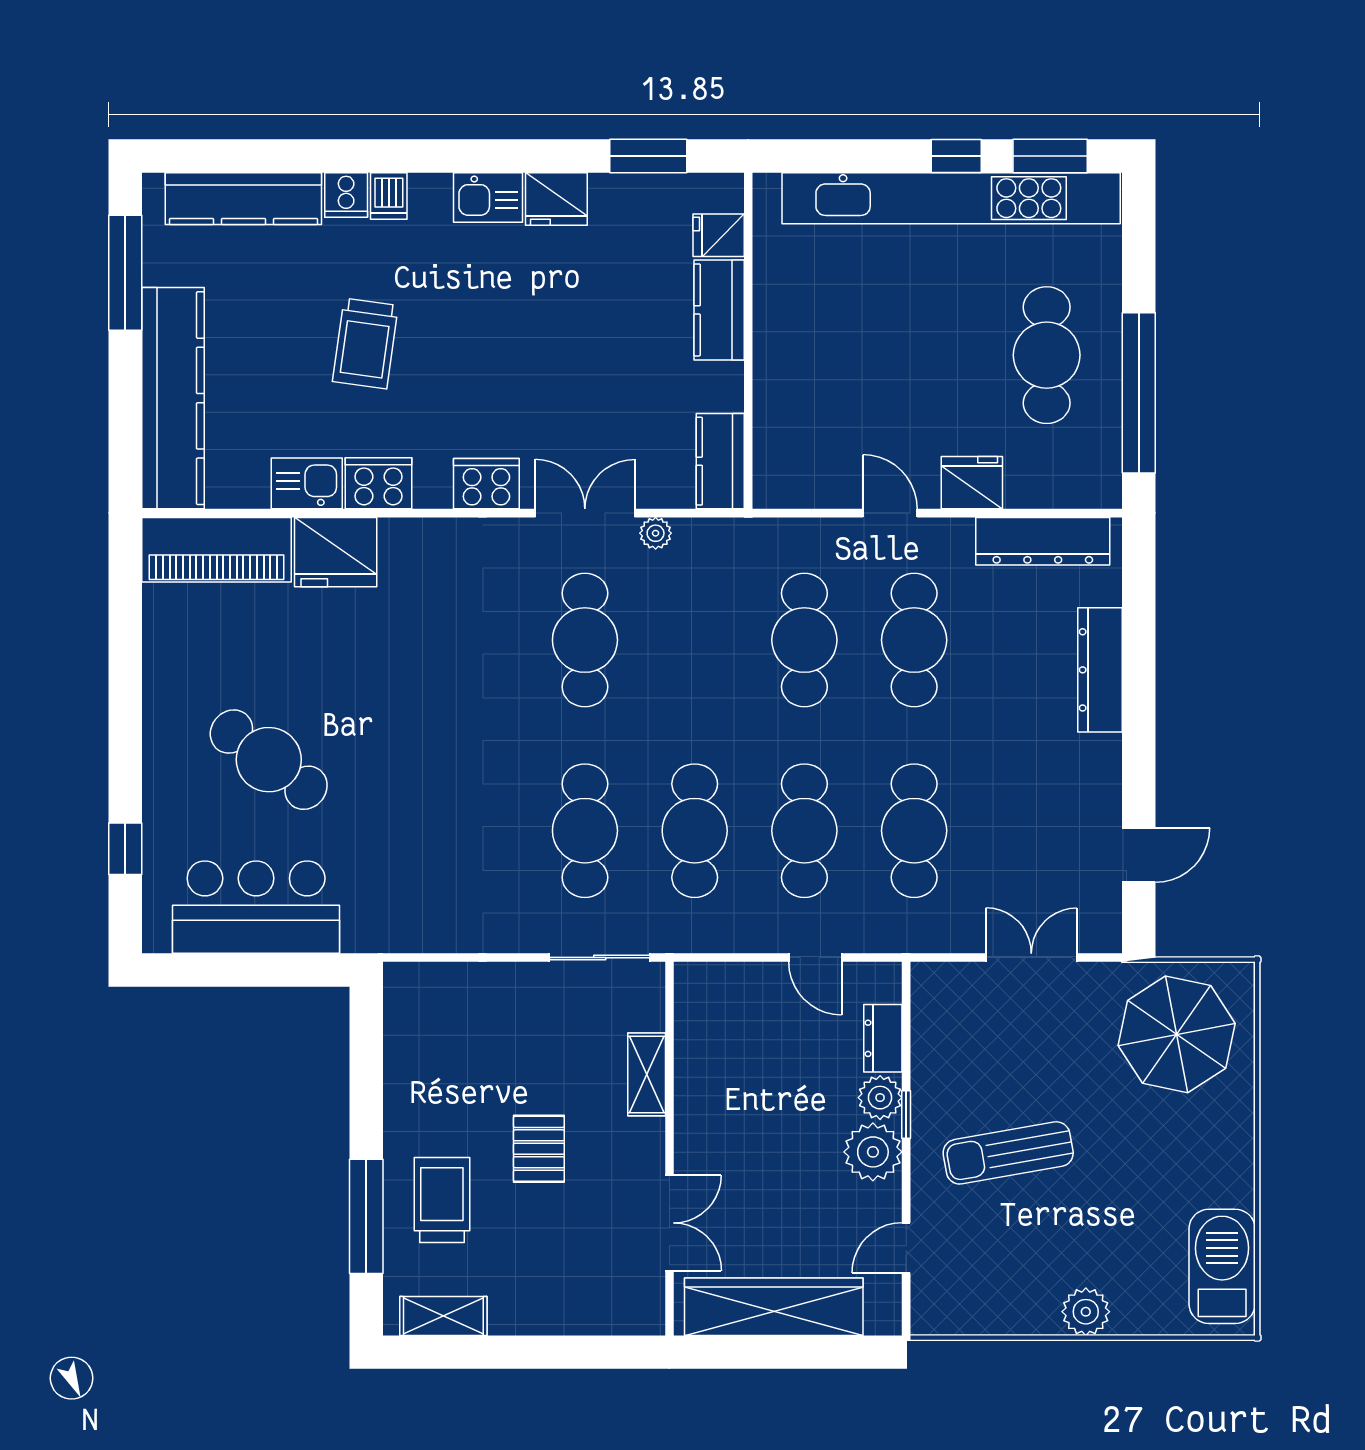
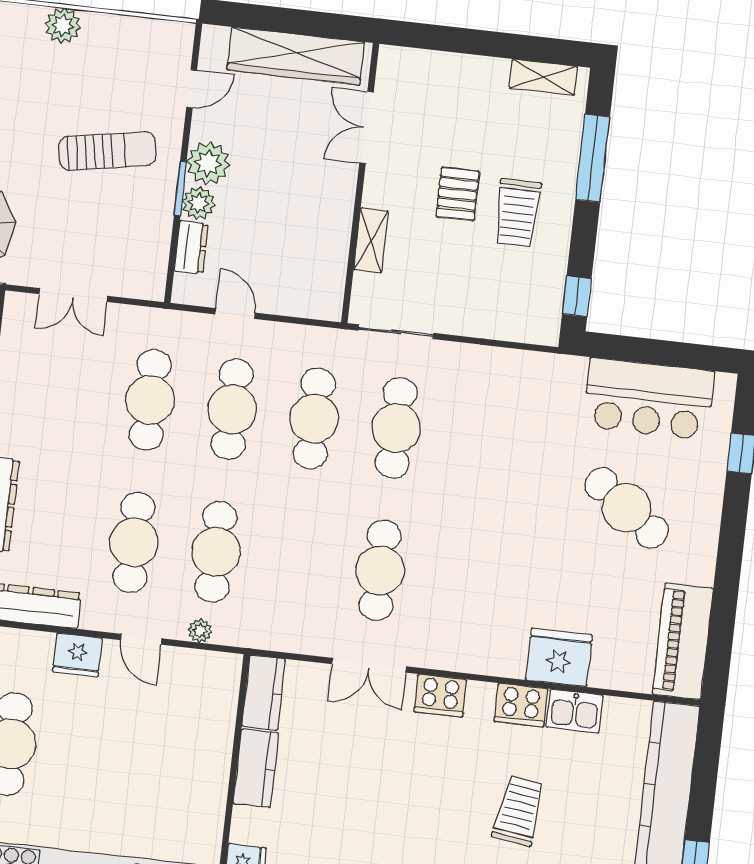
kitchen counter: (719, 310) -> (256, 768), moved
plant: (656, 533) -> (200, 631), moved
piano: (217, 550) -> (683, 641), moved, turned -90
window: (366, 1032) -> (577, 296), added
window: (906, 1114) -> (180, 188), width x1.50
trolley: (442, 1200) -> (518, 213), moved

